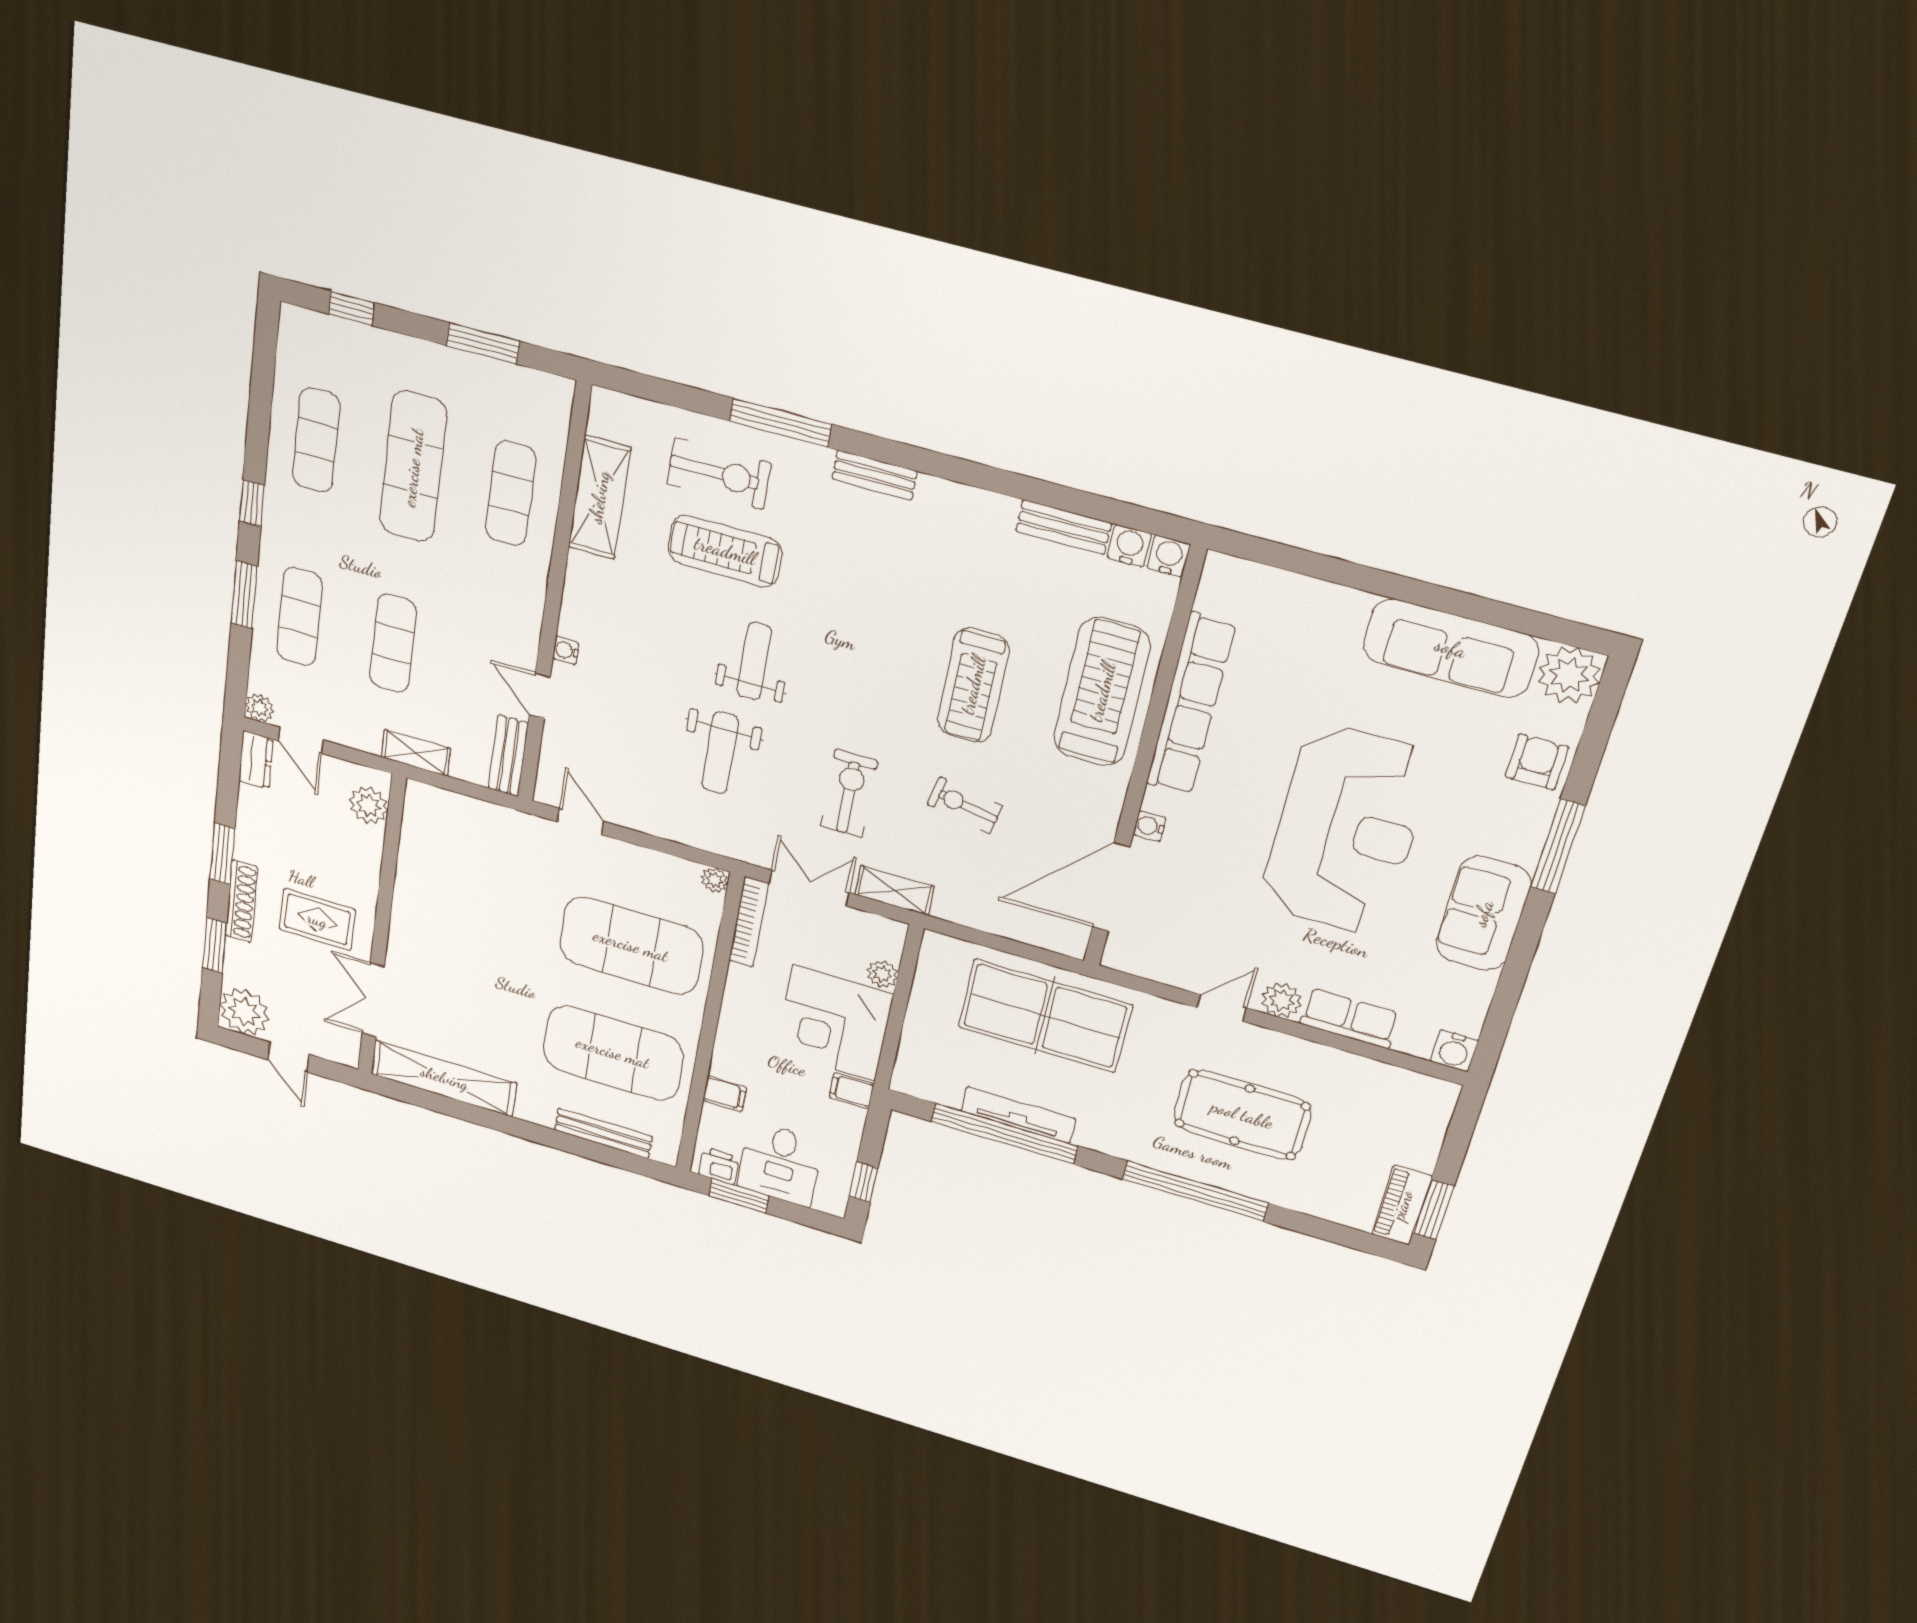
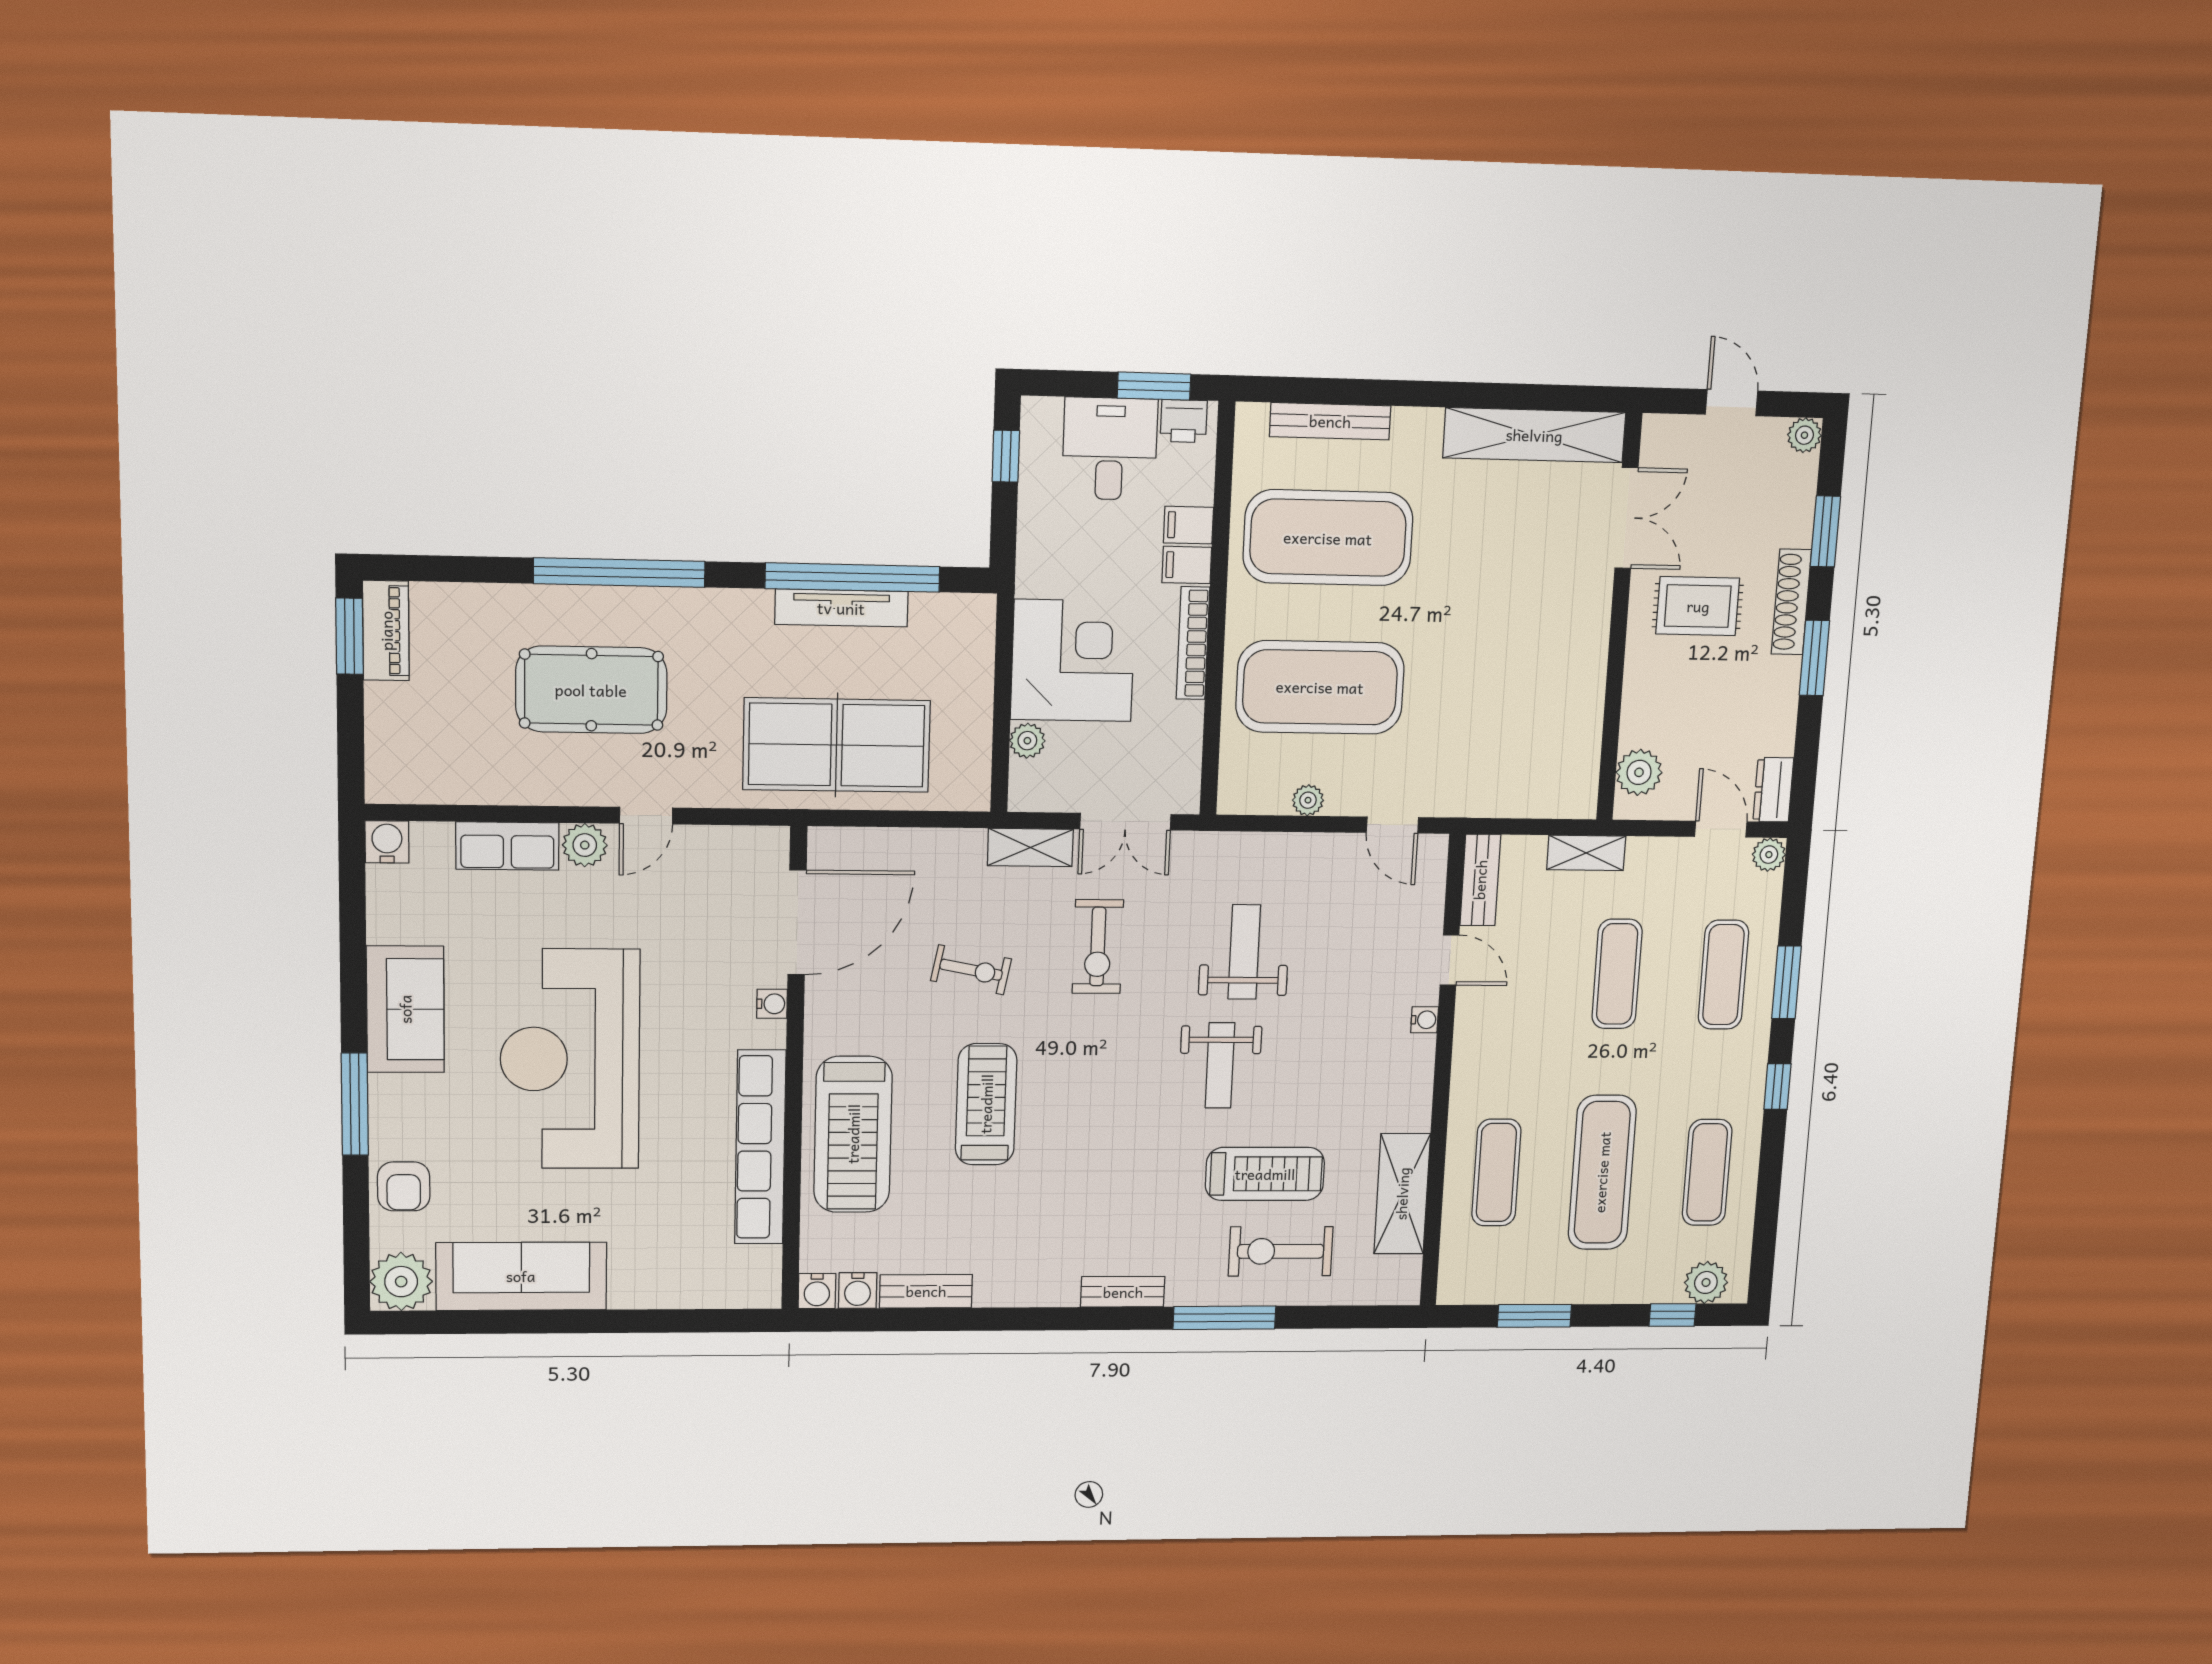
plant: (319, 333) -> (1706, 1282), added
plant: (714, 880) -> (1308, 800), moved
bookcase: (749, 922) -> (1193, 643), moved
plant: (244, 1012) -> (1804, 435), width x0.53, depth x0.53
filing cabinet: (852, 1091) -> (1187, 565), moved, turned 180

